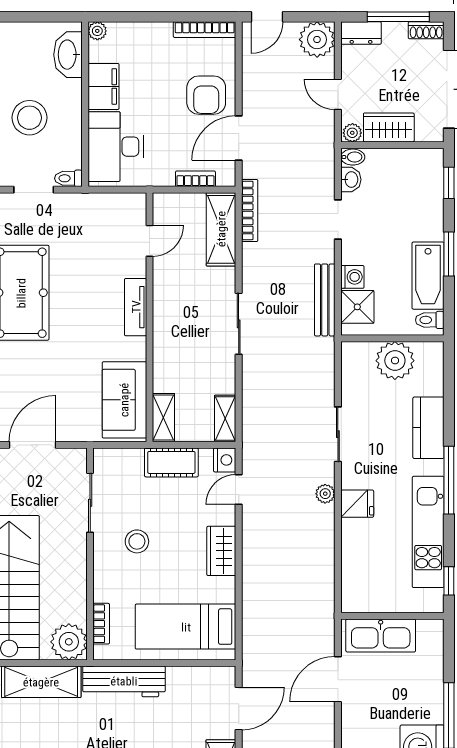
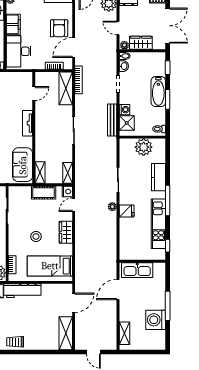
bathtub: (428, 276) -> (158, 92), moved
stool: (137, 541) -> (36, 236), moved

